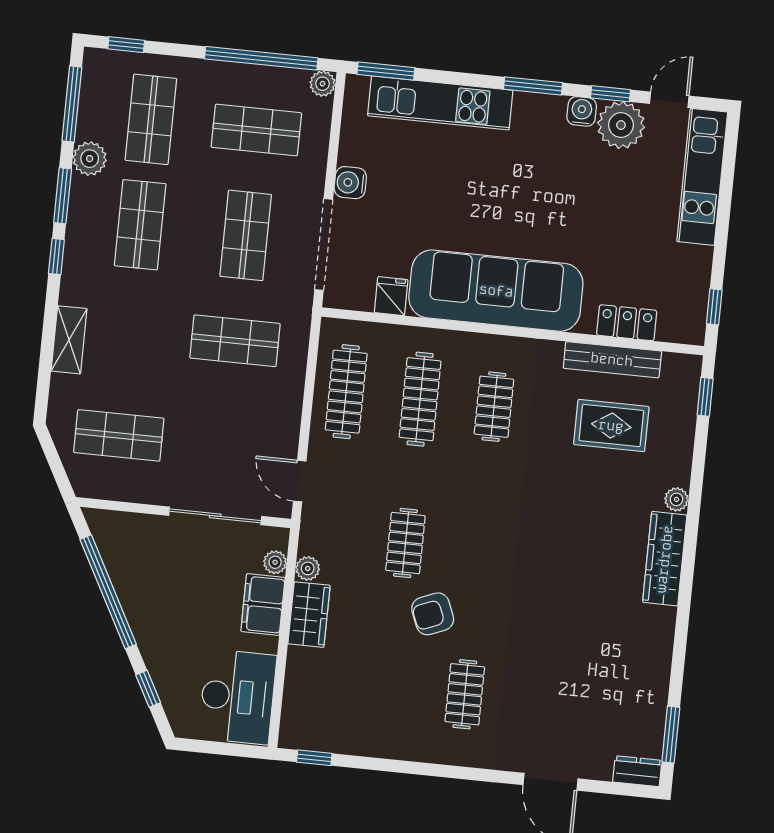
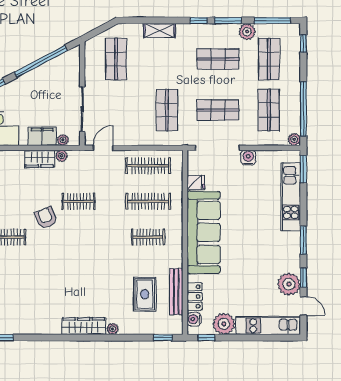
water cooler: (582, 111) -> (194, 319), moved, turned 180
shop shelf: (151, 119) -> (269, 59), turned 90
plant: (689, 268) -> (224, 324), added

